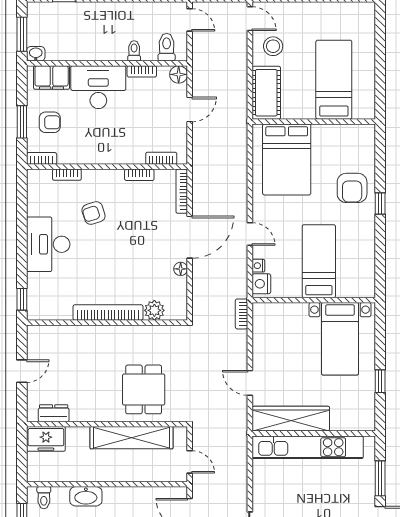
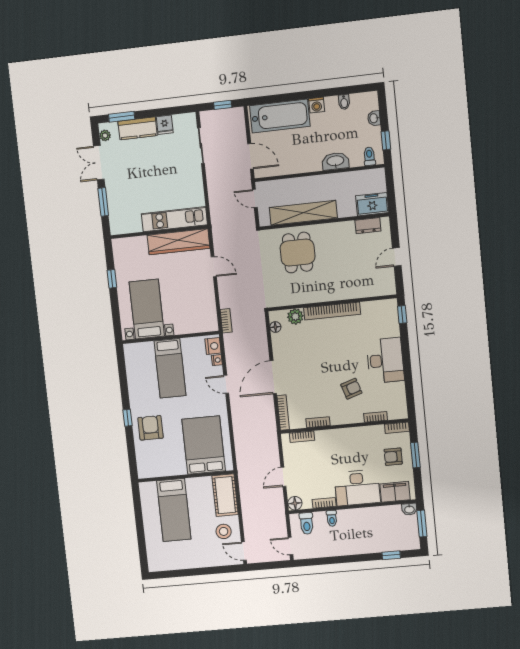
floor lamp: (181, 269) -> (275, 327), moved
kitchen unit: (308, 447) -> (174, 219), width x0.73

